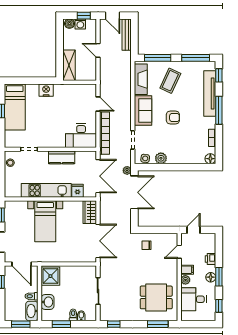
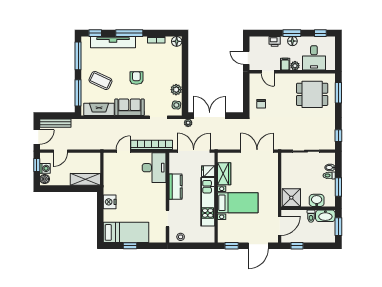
door: (98, 50) -> (60, 151), moved
wardrobe: (90, 212) -> (224, 174), moved, turned -90
dining table: (156, 297) -> (312, 94), turned 90

